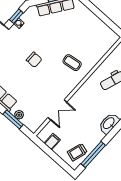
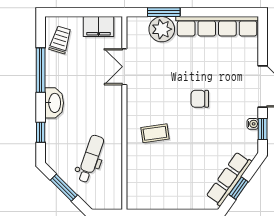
plant: (19, 115) -> (162, 29), width x1.87, depth x1.87
filing cabinet: (52, 142) -> (99, 27), width x2.00
window: (93, 155) -> (41, 70), moved

